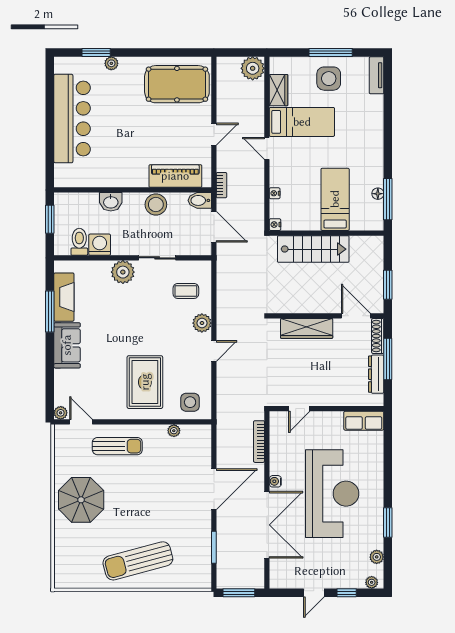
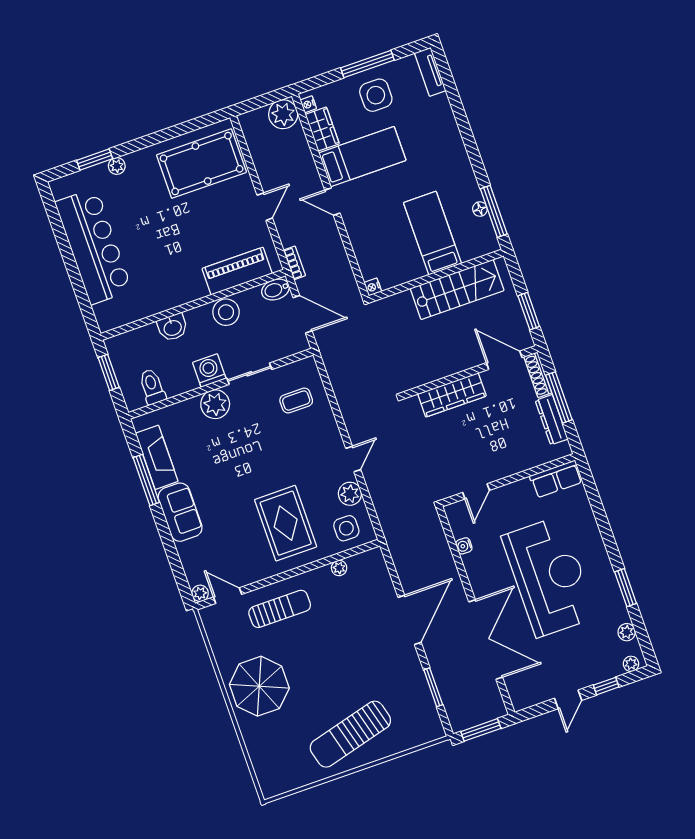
nightstand: (275, 193) -> (308, 104), moved
washing machine: (100, 245) -> (209, 370), moved
stairs: (313, 249) -> (457, 289), moved
plant: (202, 323) -> (350, 494), moved
bookcase: (259, 442) -> (443, 546), removed
water cooler: (275, 481) -> (464, 546), moved

